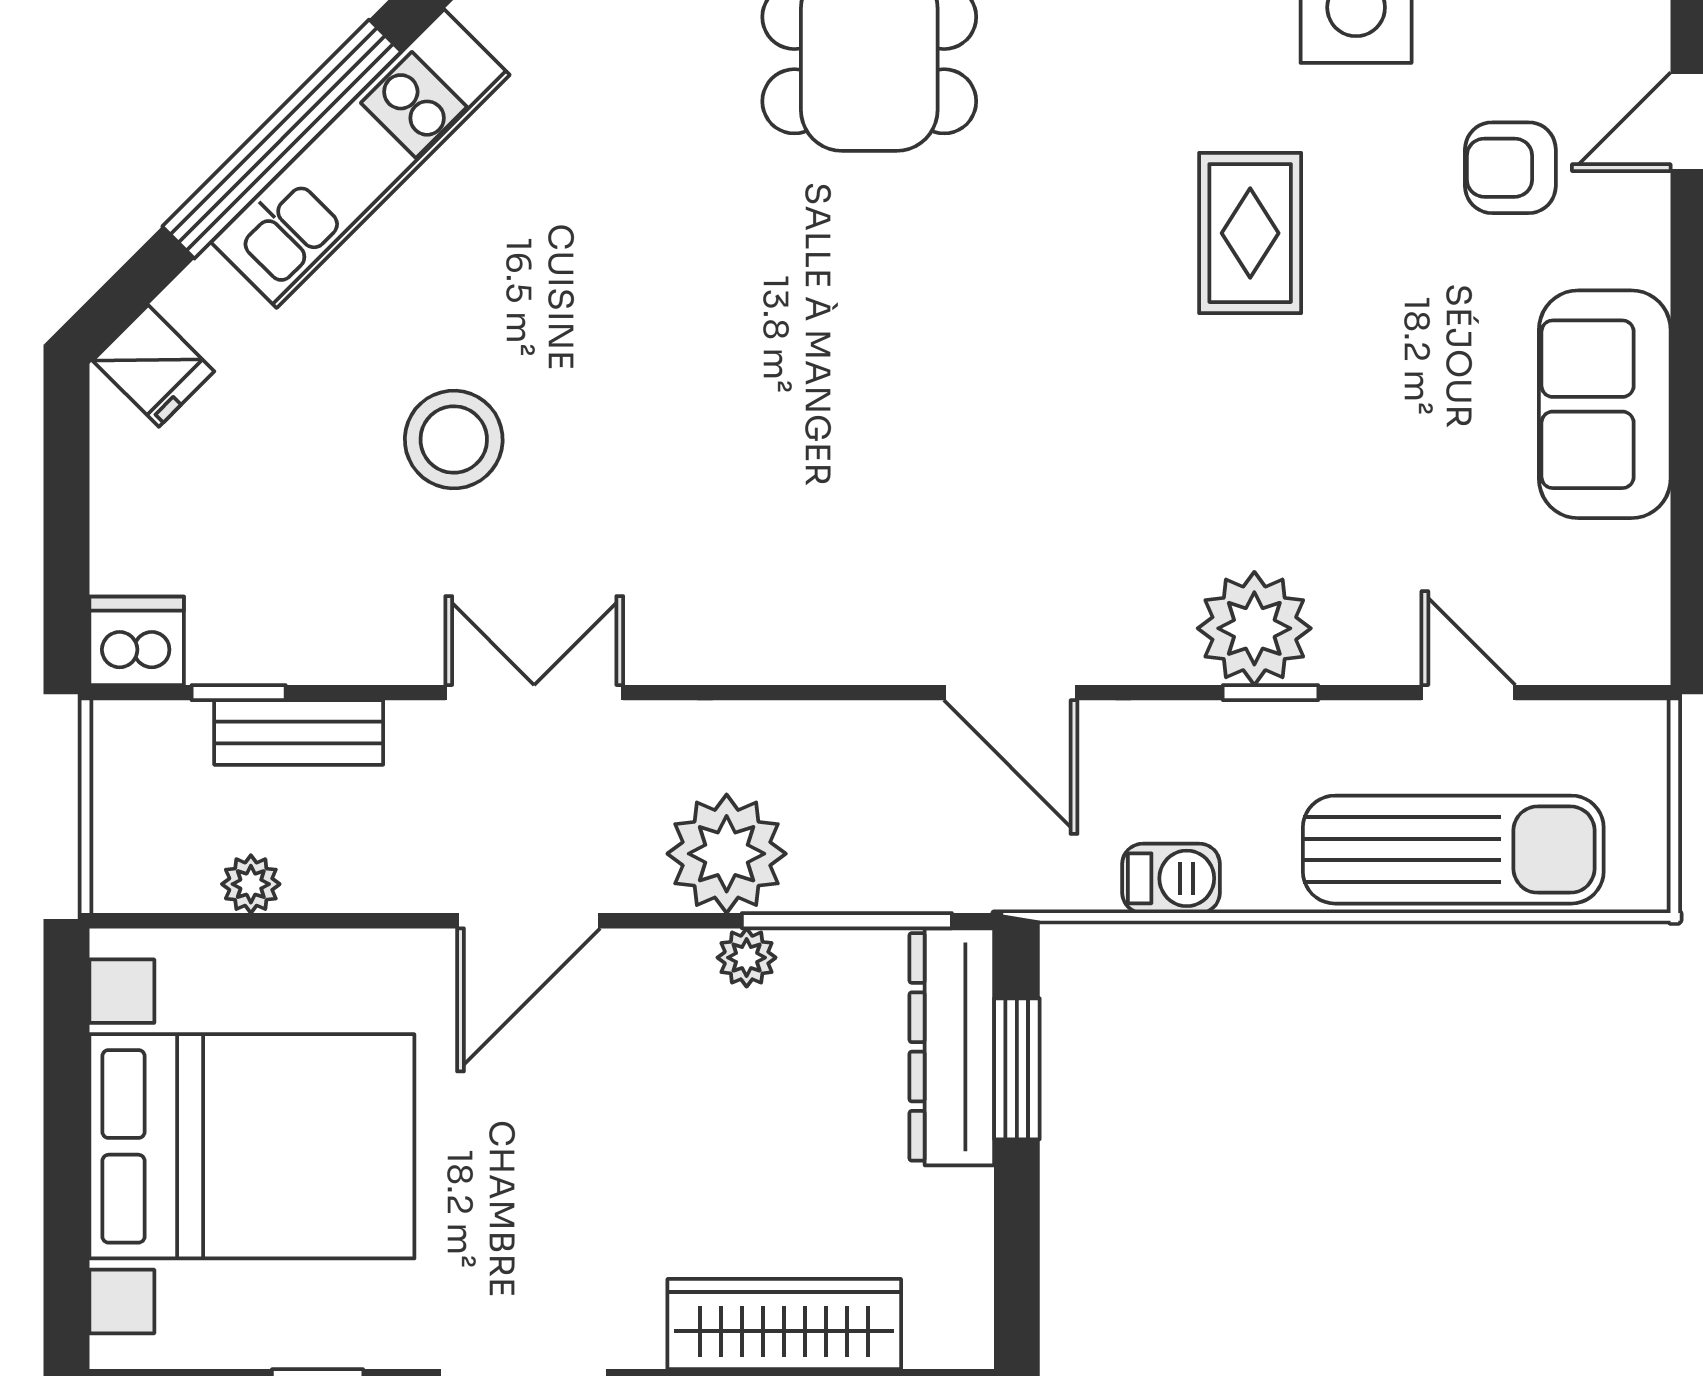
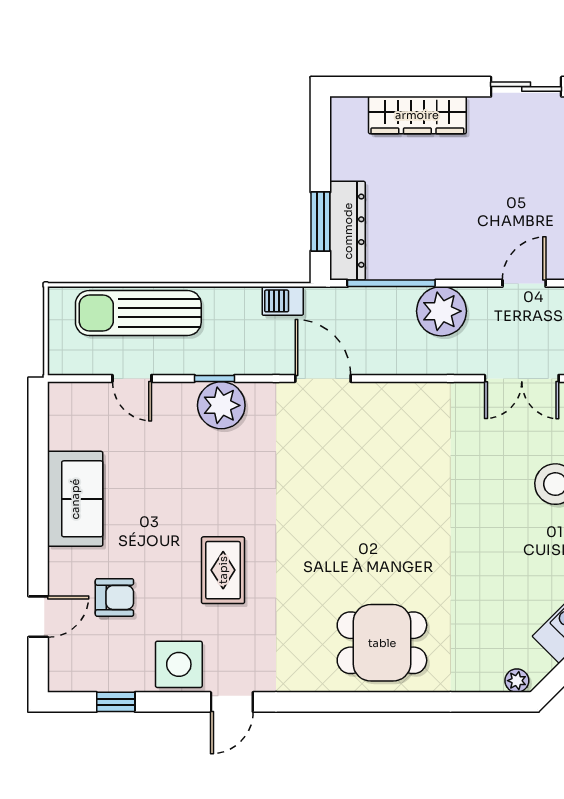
barbecue: (1171, 878) -> (283, 301), moved
door: (529, 921) -> (524, 283), width x0.73
plant: (747, 958) -> (433, 268), removed

